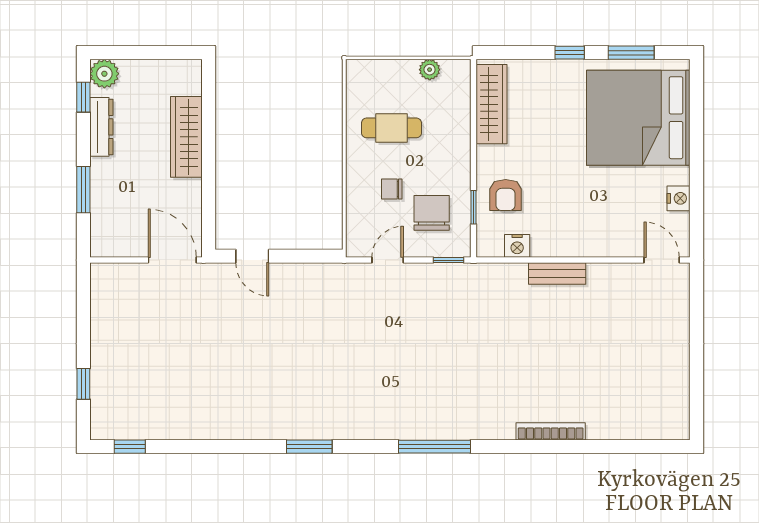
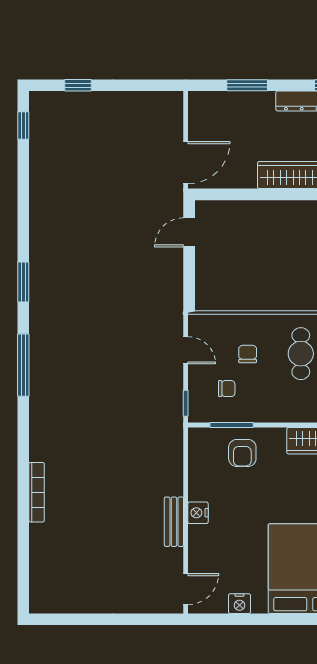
armchair: (506, 195) -> (242, 453), turned -90
window: (473, 207) -> (232, 425), width x1.50
chair: (432, 213) -> (227, 389), width x0.54, depth x0.54
nightstand: (517, 246) -> (198, 513), moved
bench: (557, 274) -> (174, 522), moved
window: (435, 447) -> (23, 365), moved

